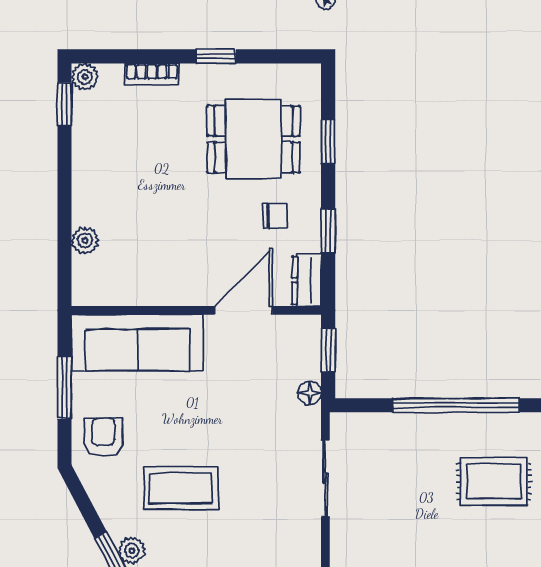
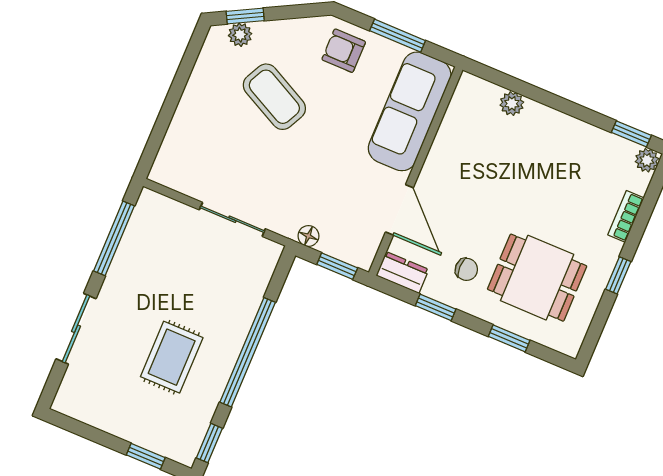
dining table: (253, 139) -> (537, 278), turned 90
chair: (276, 216) -> (466, 269), turned -89
armchair: (103, 437) -> (344, 51), turned 180
coffee table: (181, 488) -> (274, 97), turned -63

